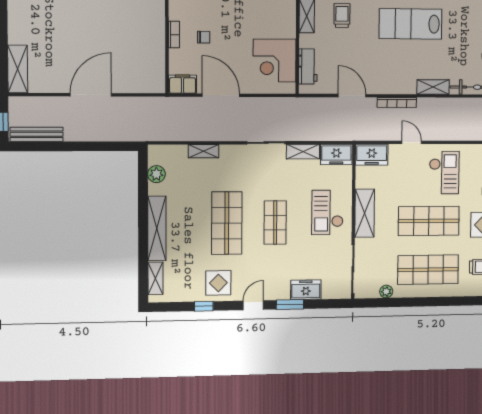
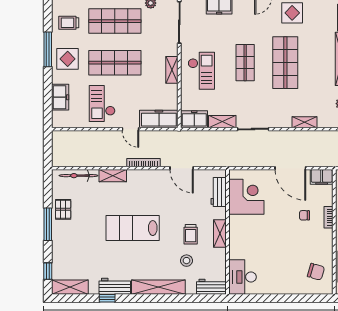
lab bench: (411, 24) -> (133, 228), turned 180
freezer: (372, 155) -> (159, 119), width x1.40
shelving: (365, 213) -> (172, 70), width x0.67, depth x0.75

